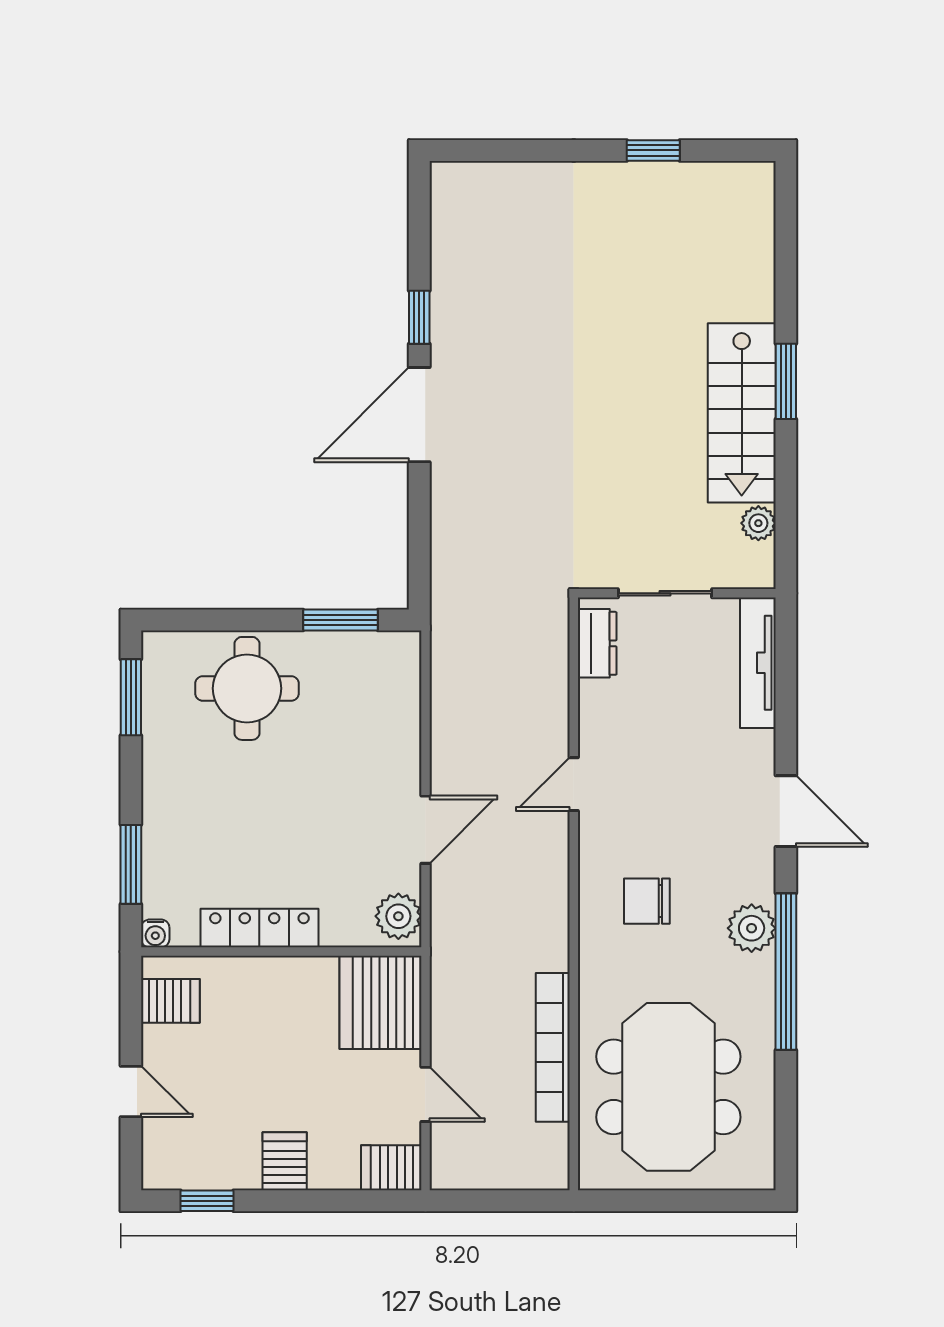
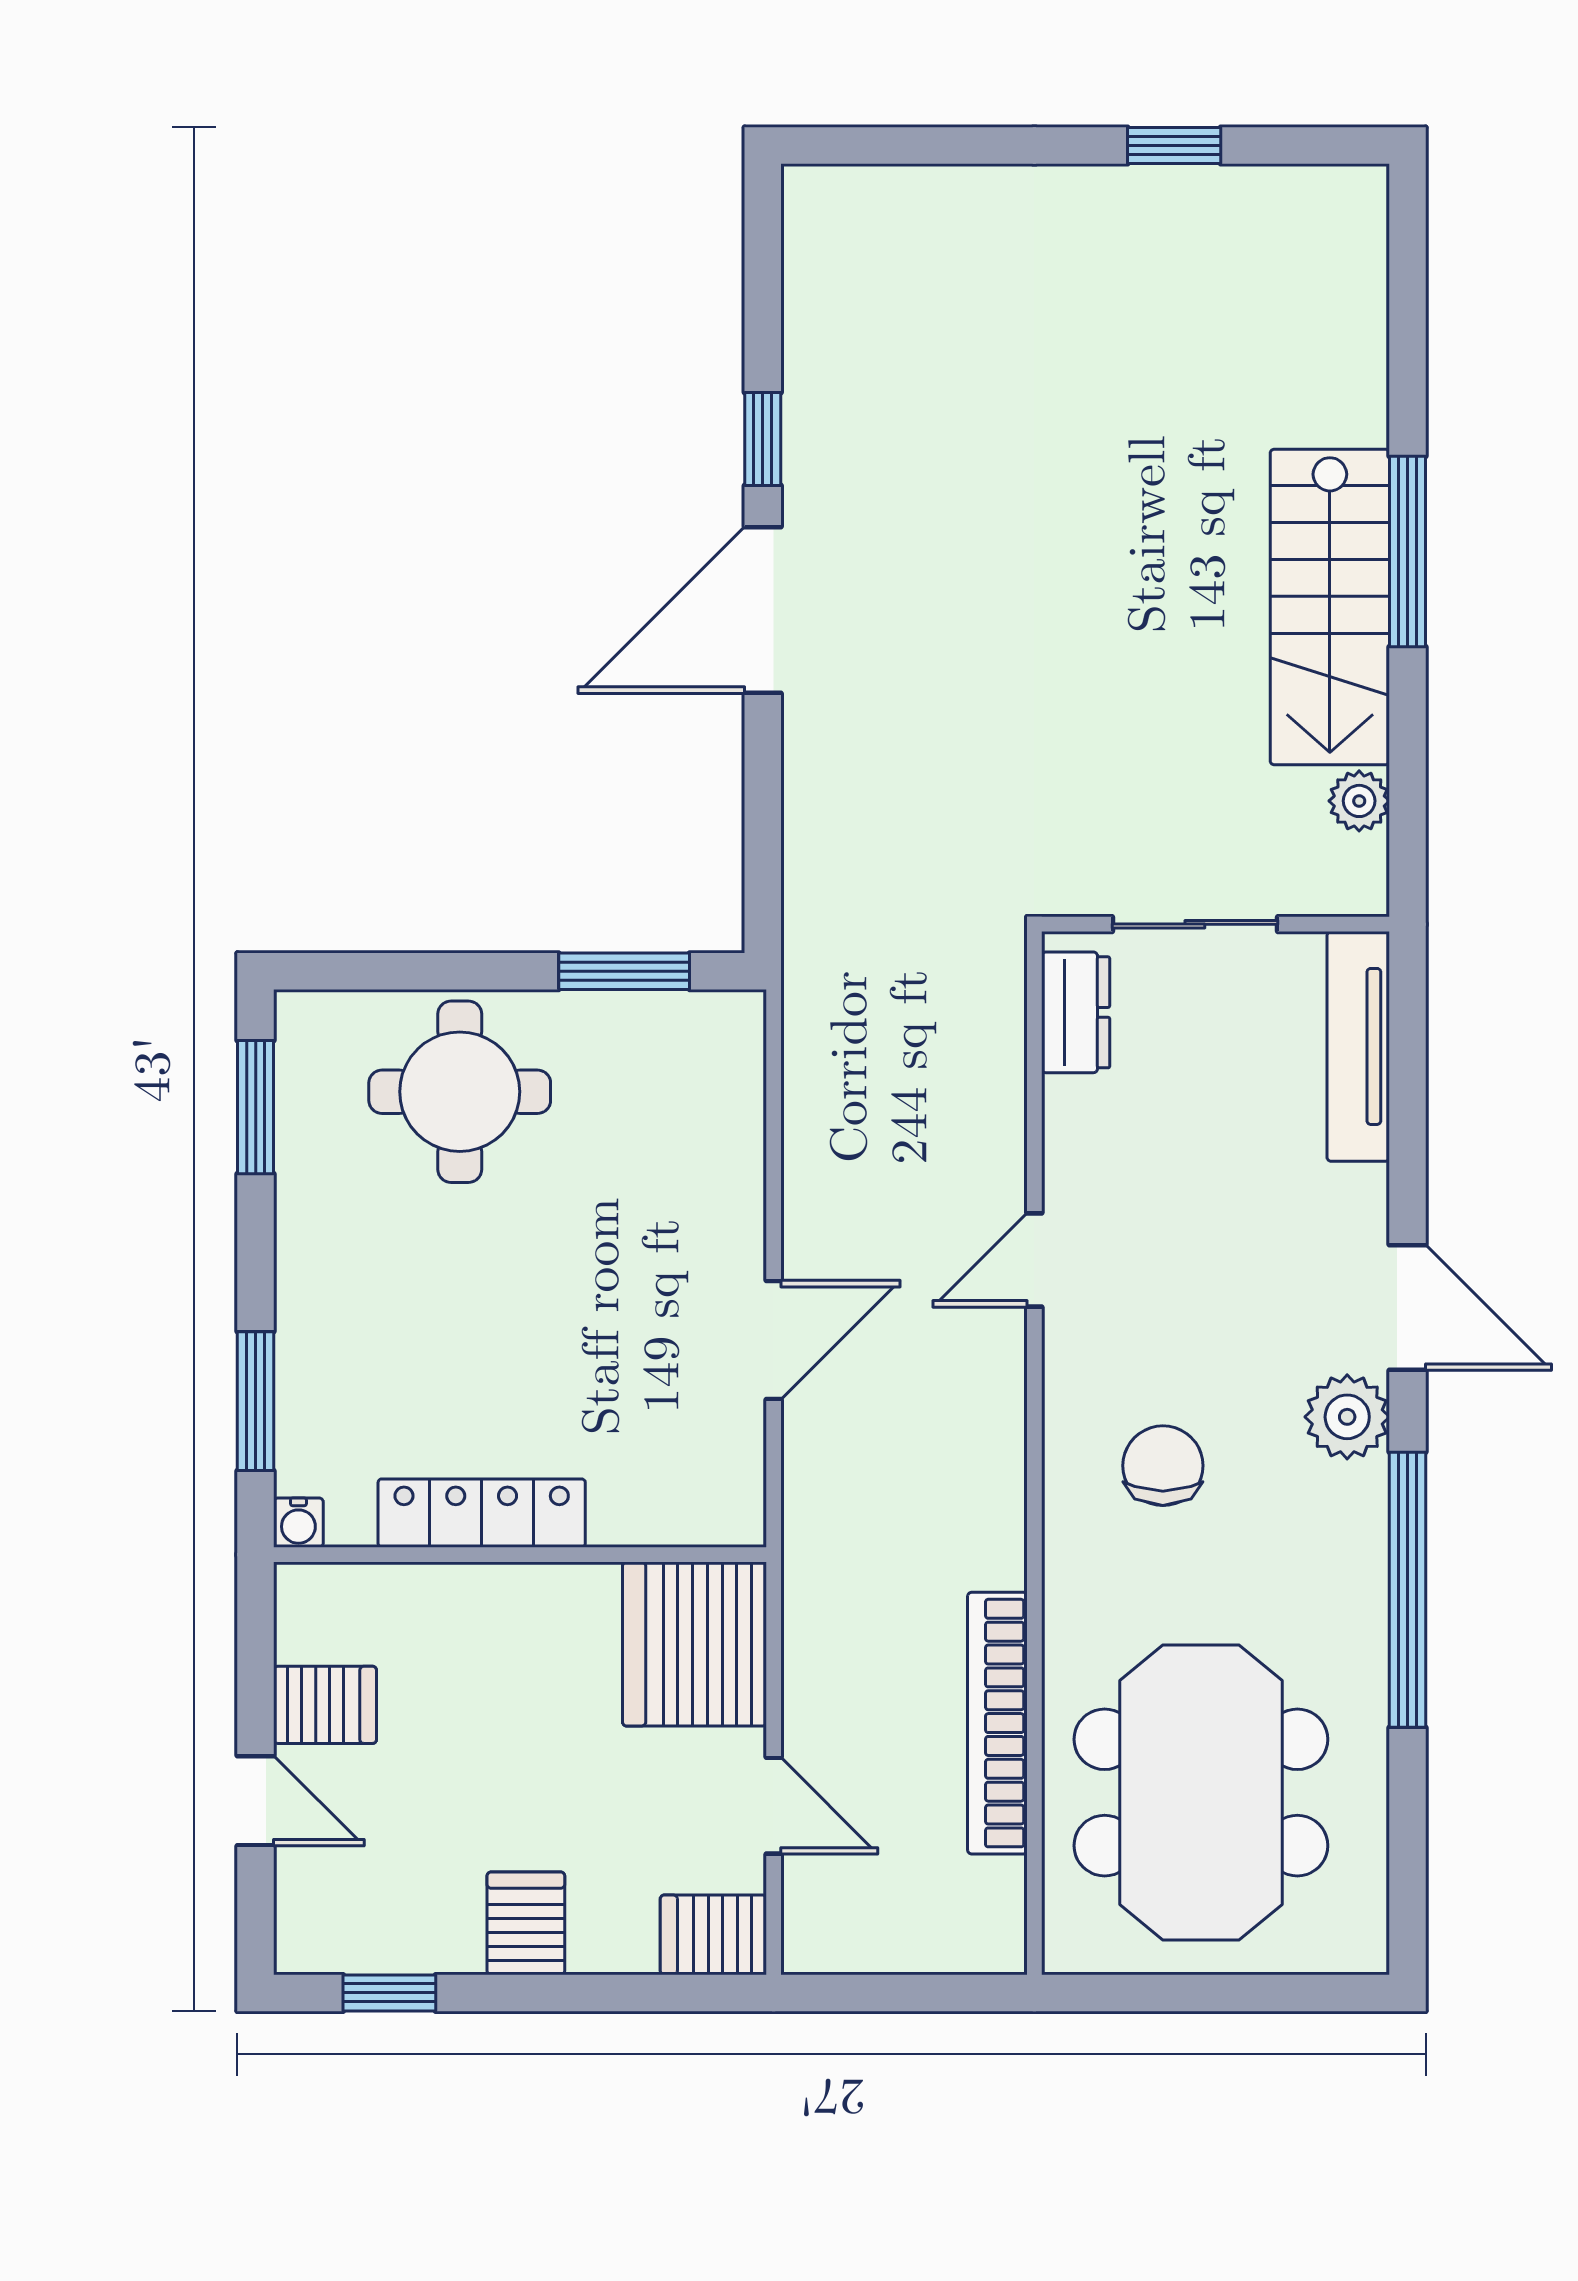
window: (786, 381) -> (1408, 552), width x1.44
chair: (647, 901) -> (1163, 1466), turned 90
plant: (398, 916) -> (726, 1492), removed
plant: (752, 928) -> (1347, 1417), moved
server rack: (170, 1001) -> (325, 1705), moved

